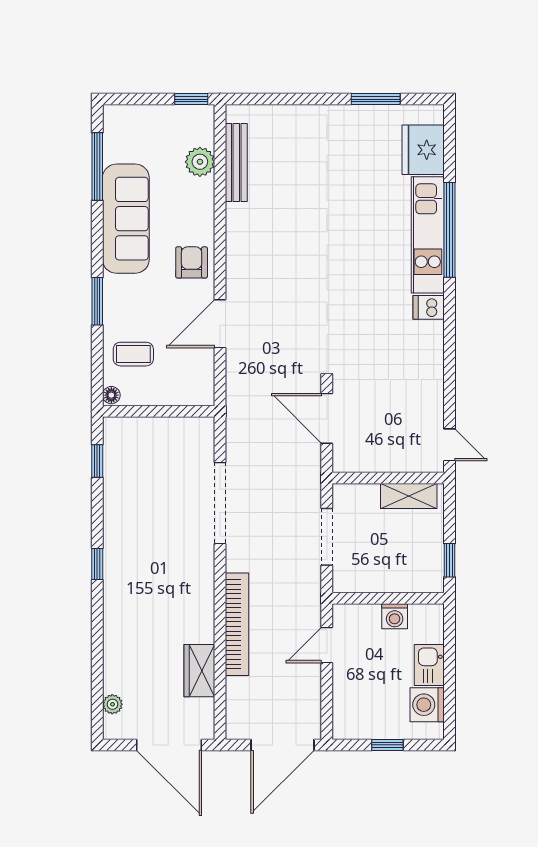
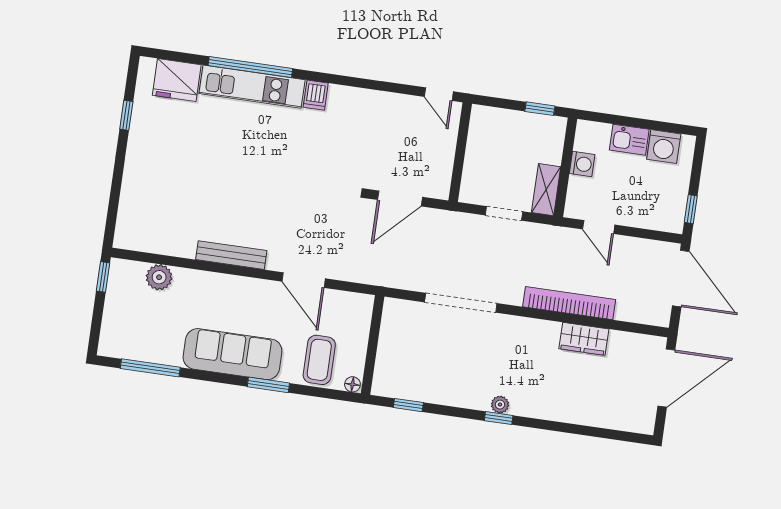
window: (376, 99) -> (126, 115), width x0.67
bench: (236, 162) -> (231, 255), moved
sofa: (126, 219) -> (232, 354), moved
armchair: (192, 262) -> (246, 297), removed
coffee table: (133, 354) -> (319, 360), width x1.36, depth x1.30
door: (450, 445) -> (439, 94), swing flipped
shelving: (409, 496) -> (546, 190), moved
doorway: (327, 537) -> (504, 213), width x0.73
wardrobe: (199, 671) -> (584, 339), moved
plant: (112, 704) -> (500, 405), moved
window: (387, 745) -> (691, 209), moved

